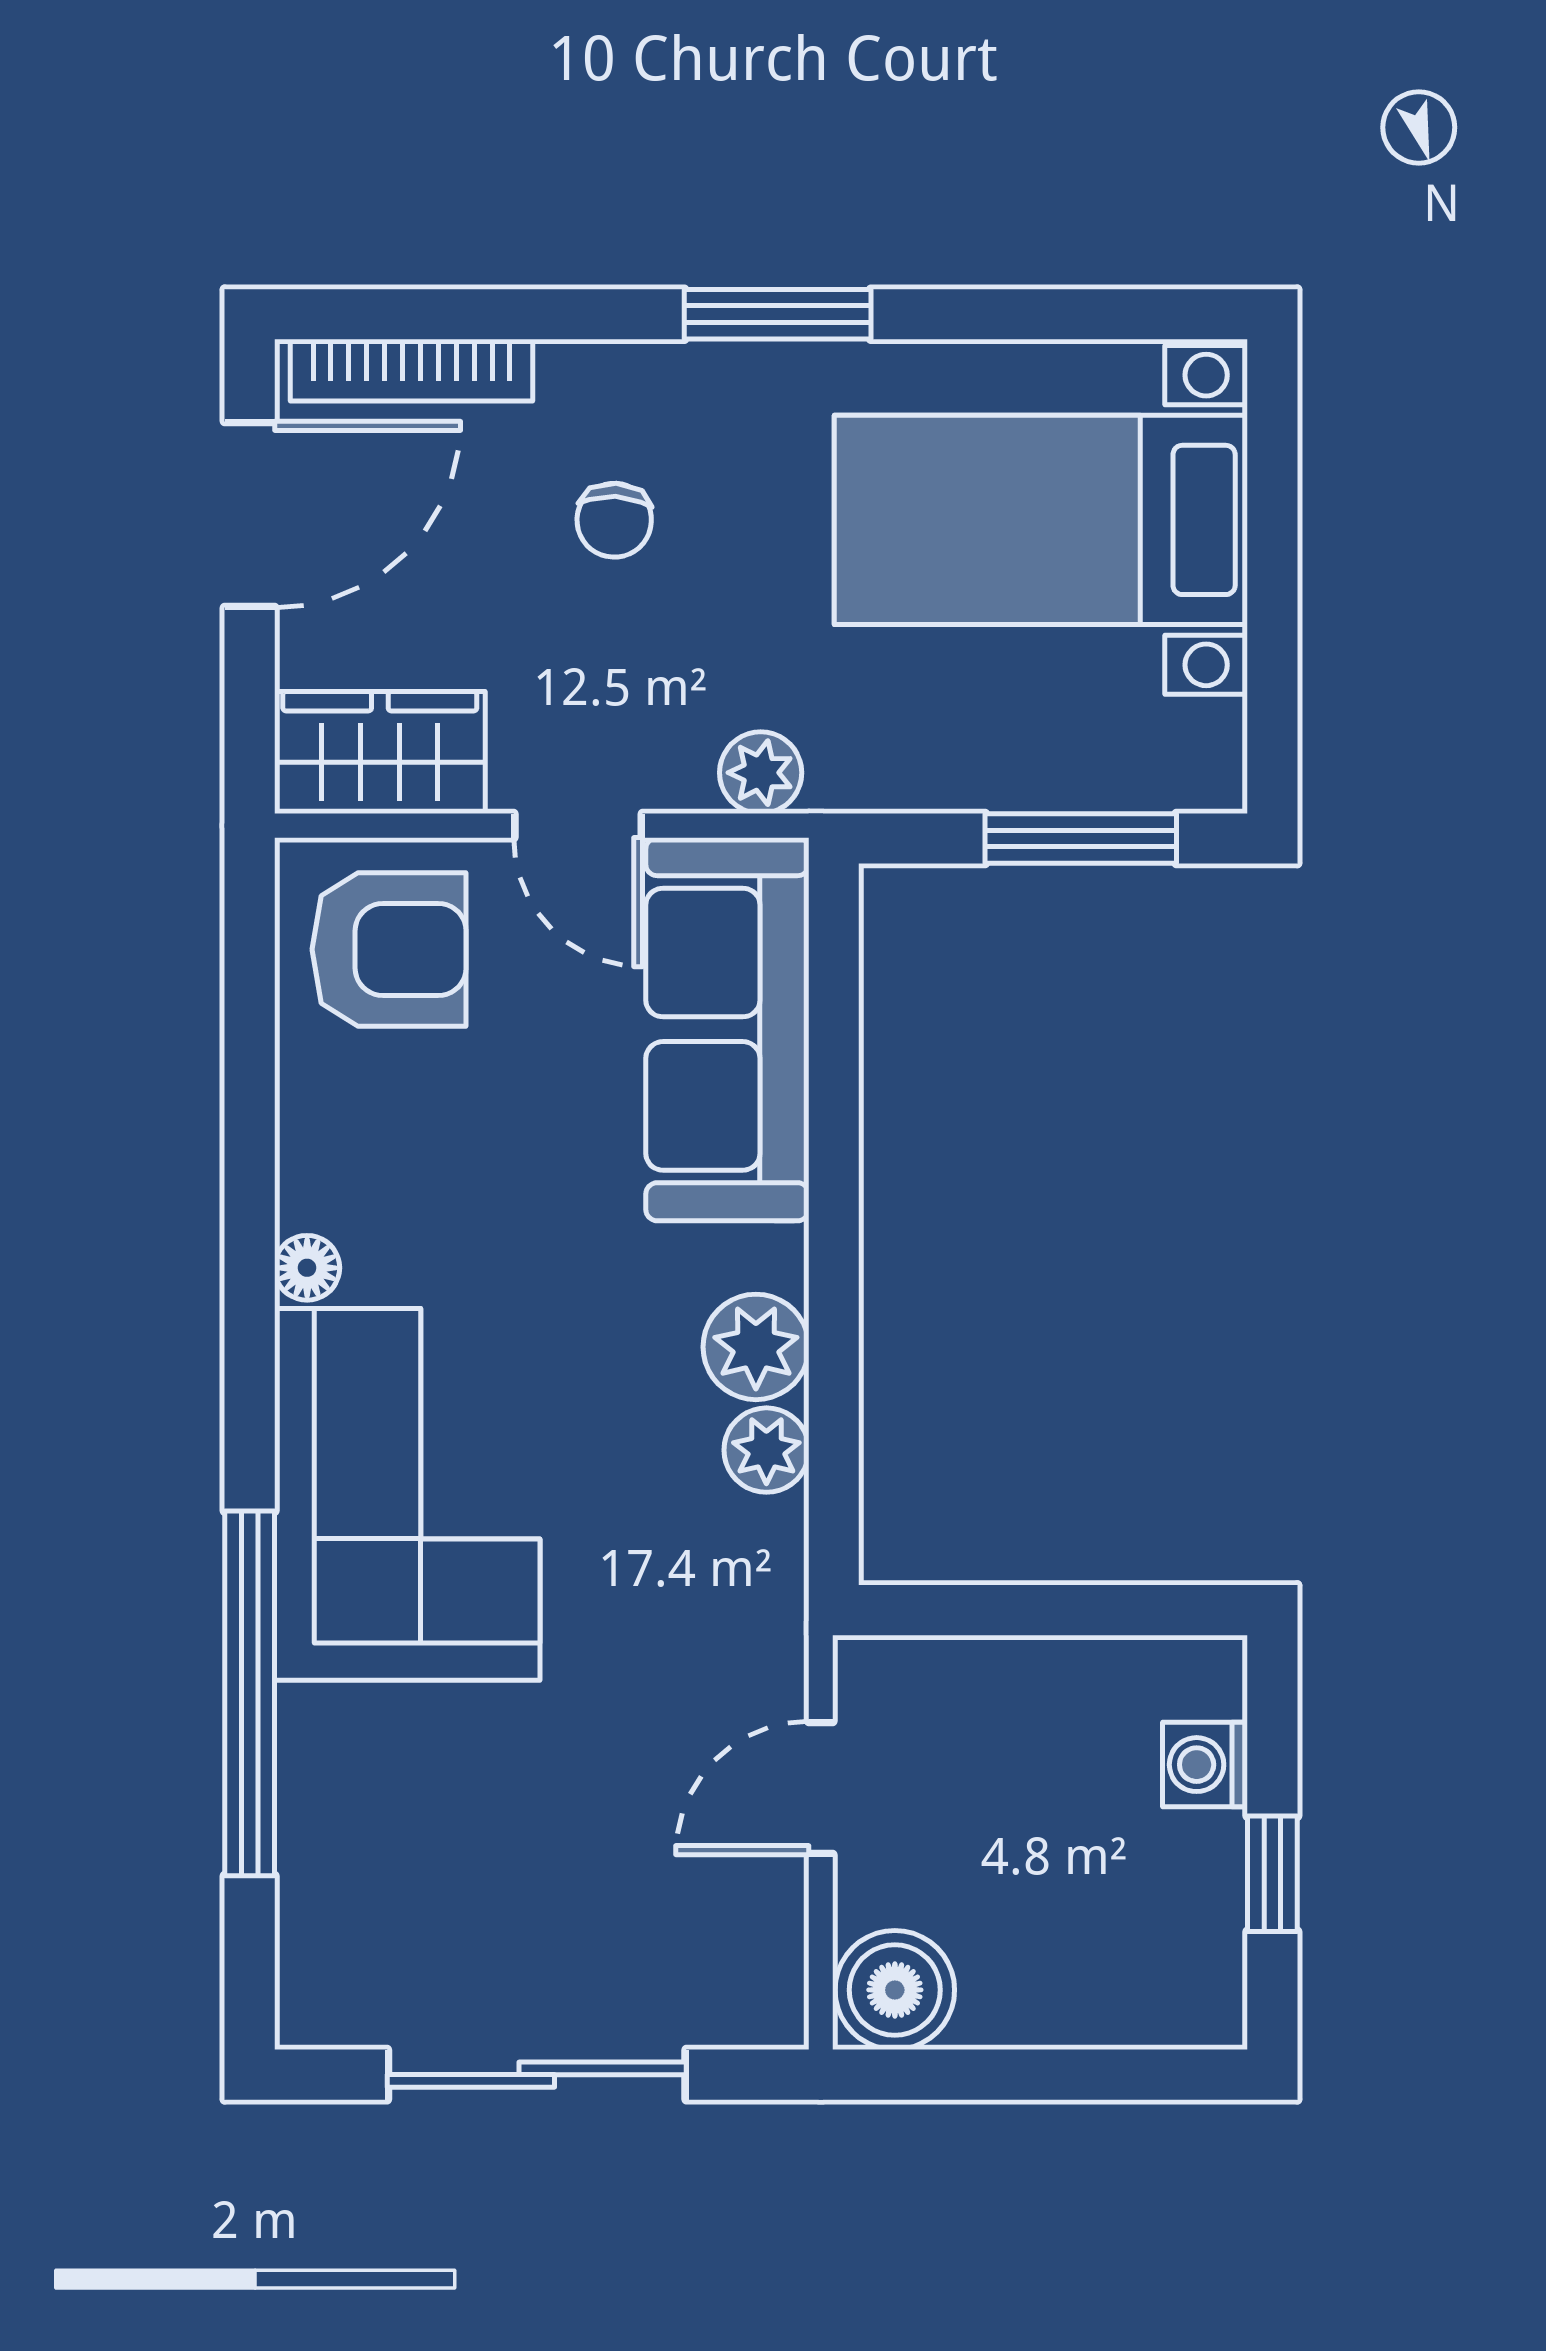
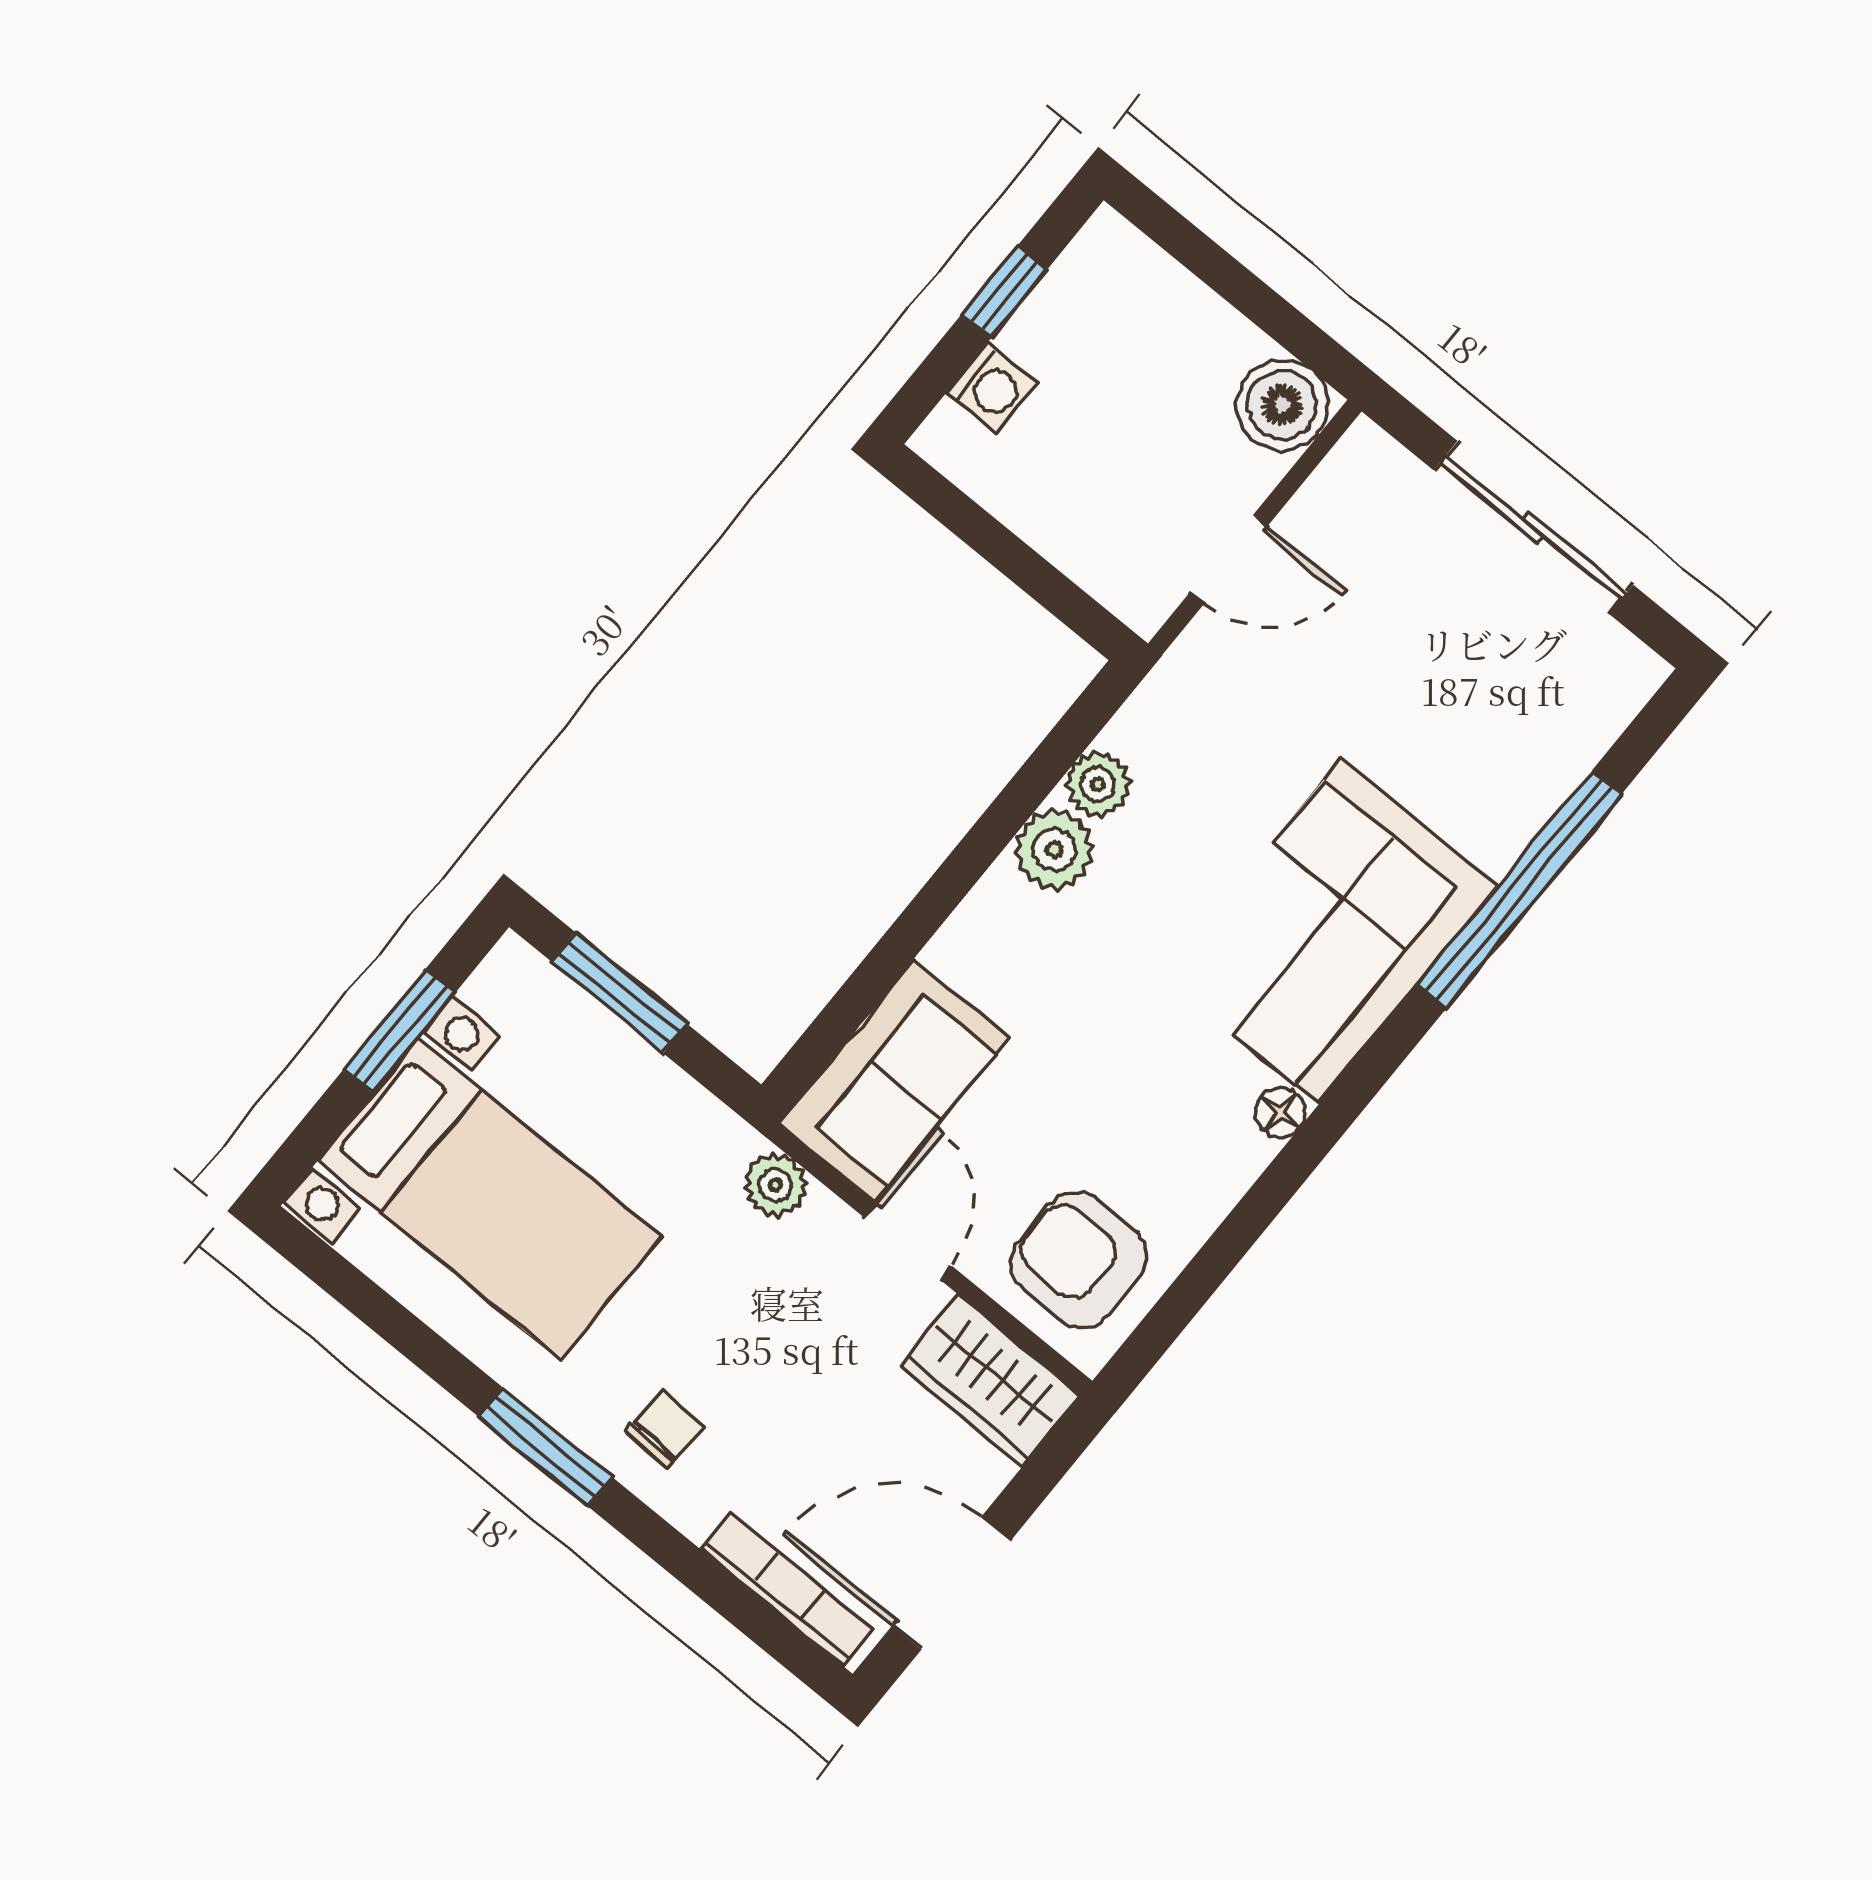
chair: (614, 520) -> (665, 1429), moved
window: (1272, 616) -> (399, 1031), added
sofa: (727, 1029) -> (894, 1080), width x0.73

